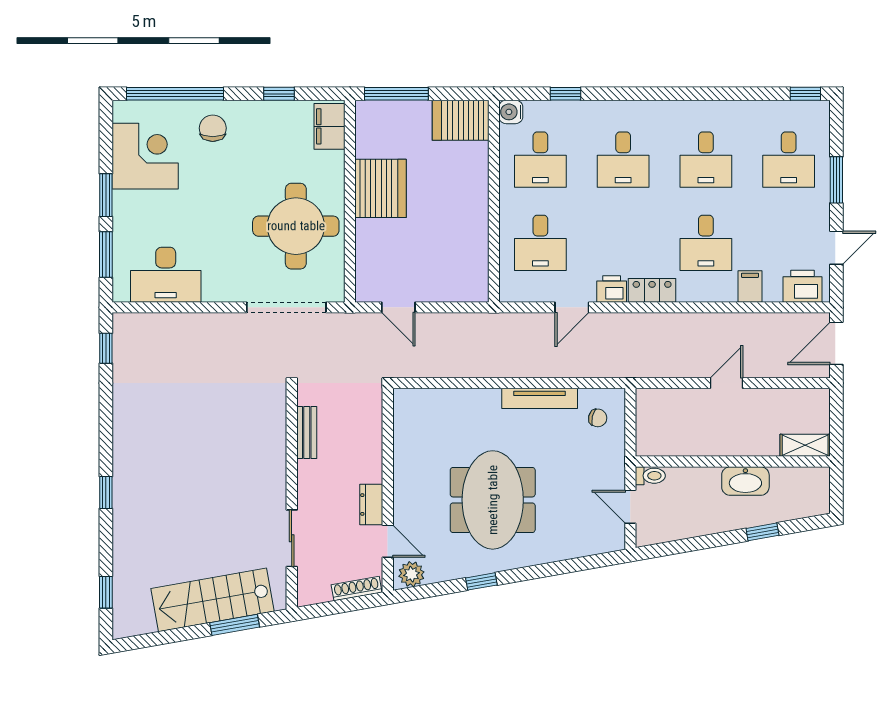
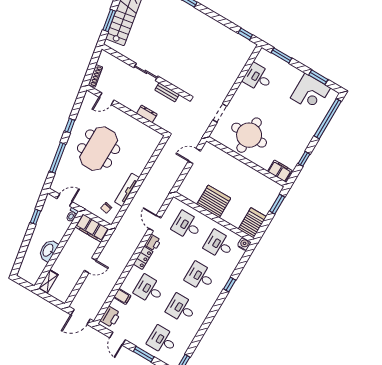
window: (396, 94) -> (277, 204), width x0.69
window: (566, 94) -> (230, 284), moved
chair: (213, 128) -> (306, 125), removed
server rack: (380, 188) -> (214, 201), moved, turned 180
window: (106, 195) -> (318, 77), moved
desk: (166, 275) -> (258, 78), width x0.73
doorway: (286, 307) -> (220, 113), width x0.53
door: (836, 343) -> (81, 317), swing flipped
door: (726, 383) -> (90, 265), hinge flipped
filing cabinet: (653, 423) -> (92, 228), added
meeting table: (493, 500) -> (99, 149), turned 90
dresser: (371, 505) -> (147, 114), moved
window: (762, 532) -> (35, 217), moved
sliding door: (292, 538) -> (146, 72), moved
window: (557, 568) -> (58, 158), added
plant: (411, 574) -> (88, 100), removed

